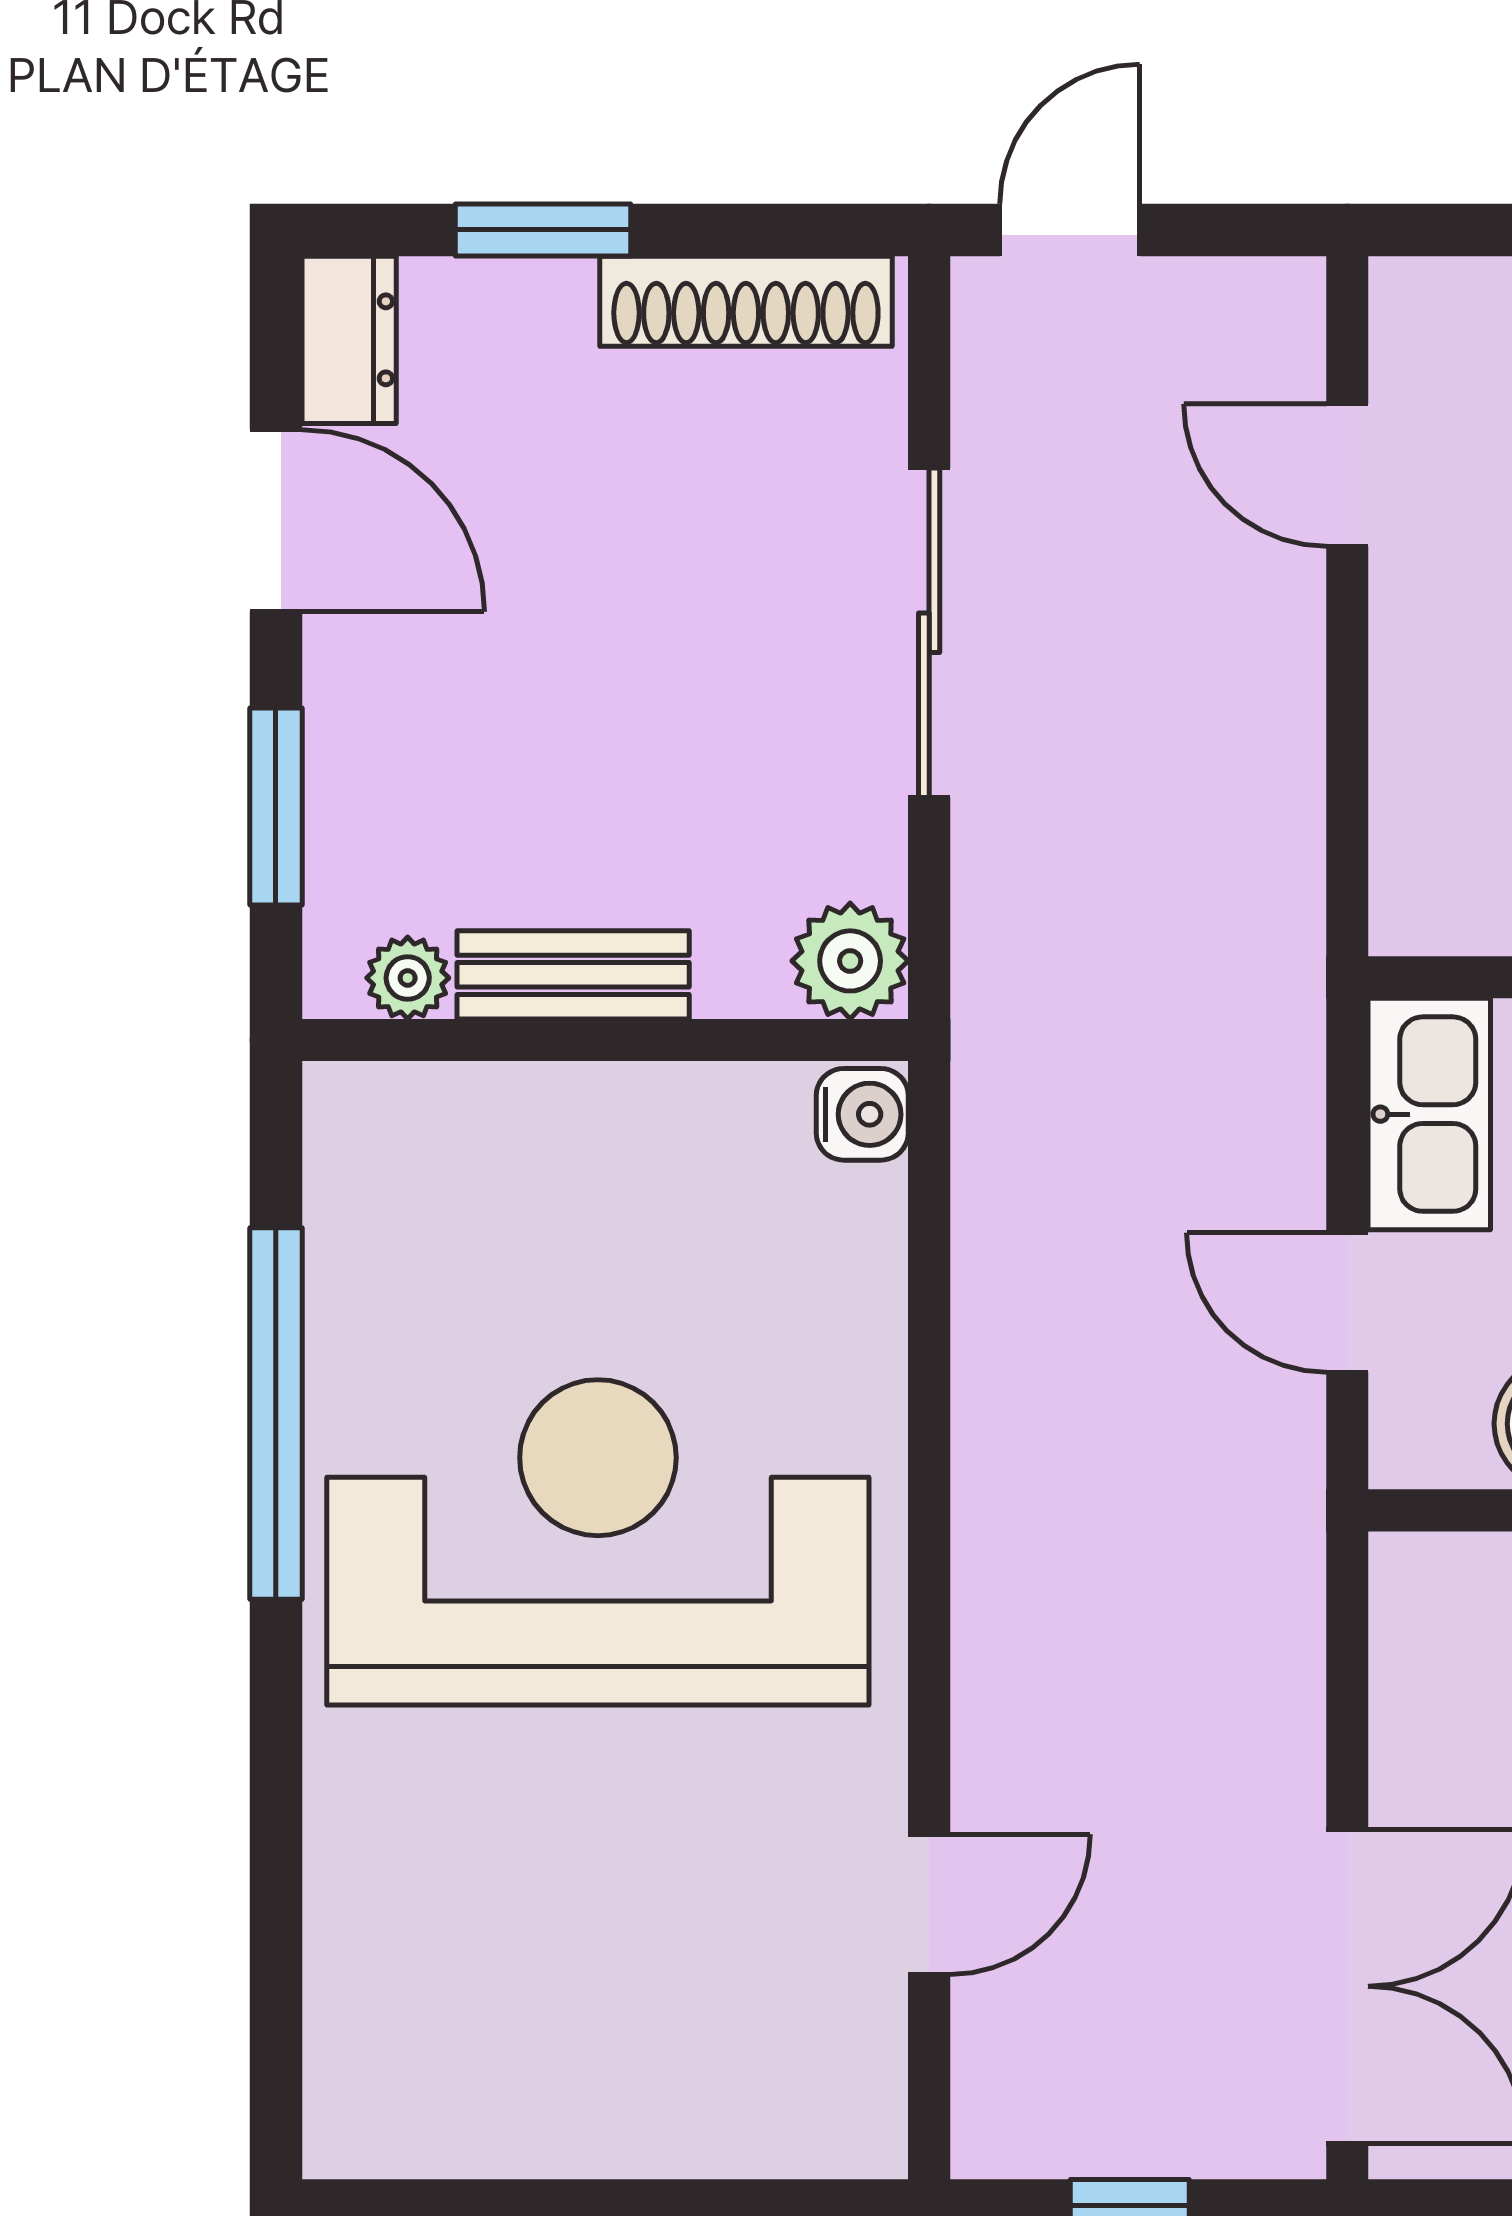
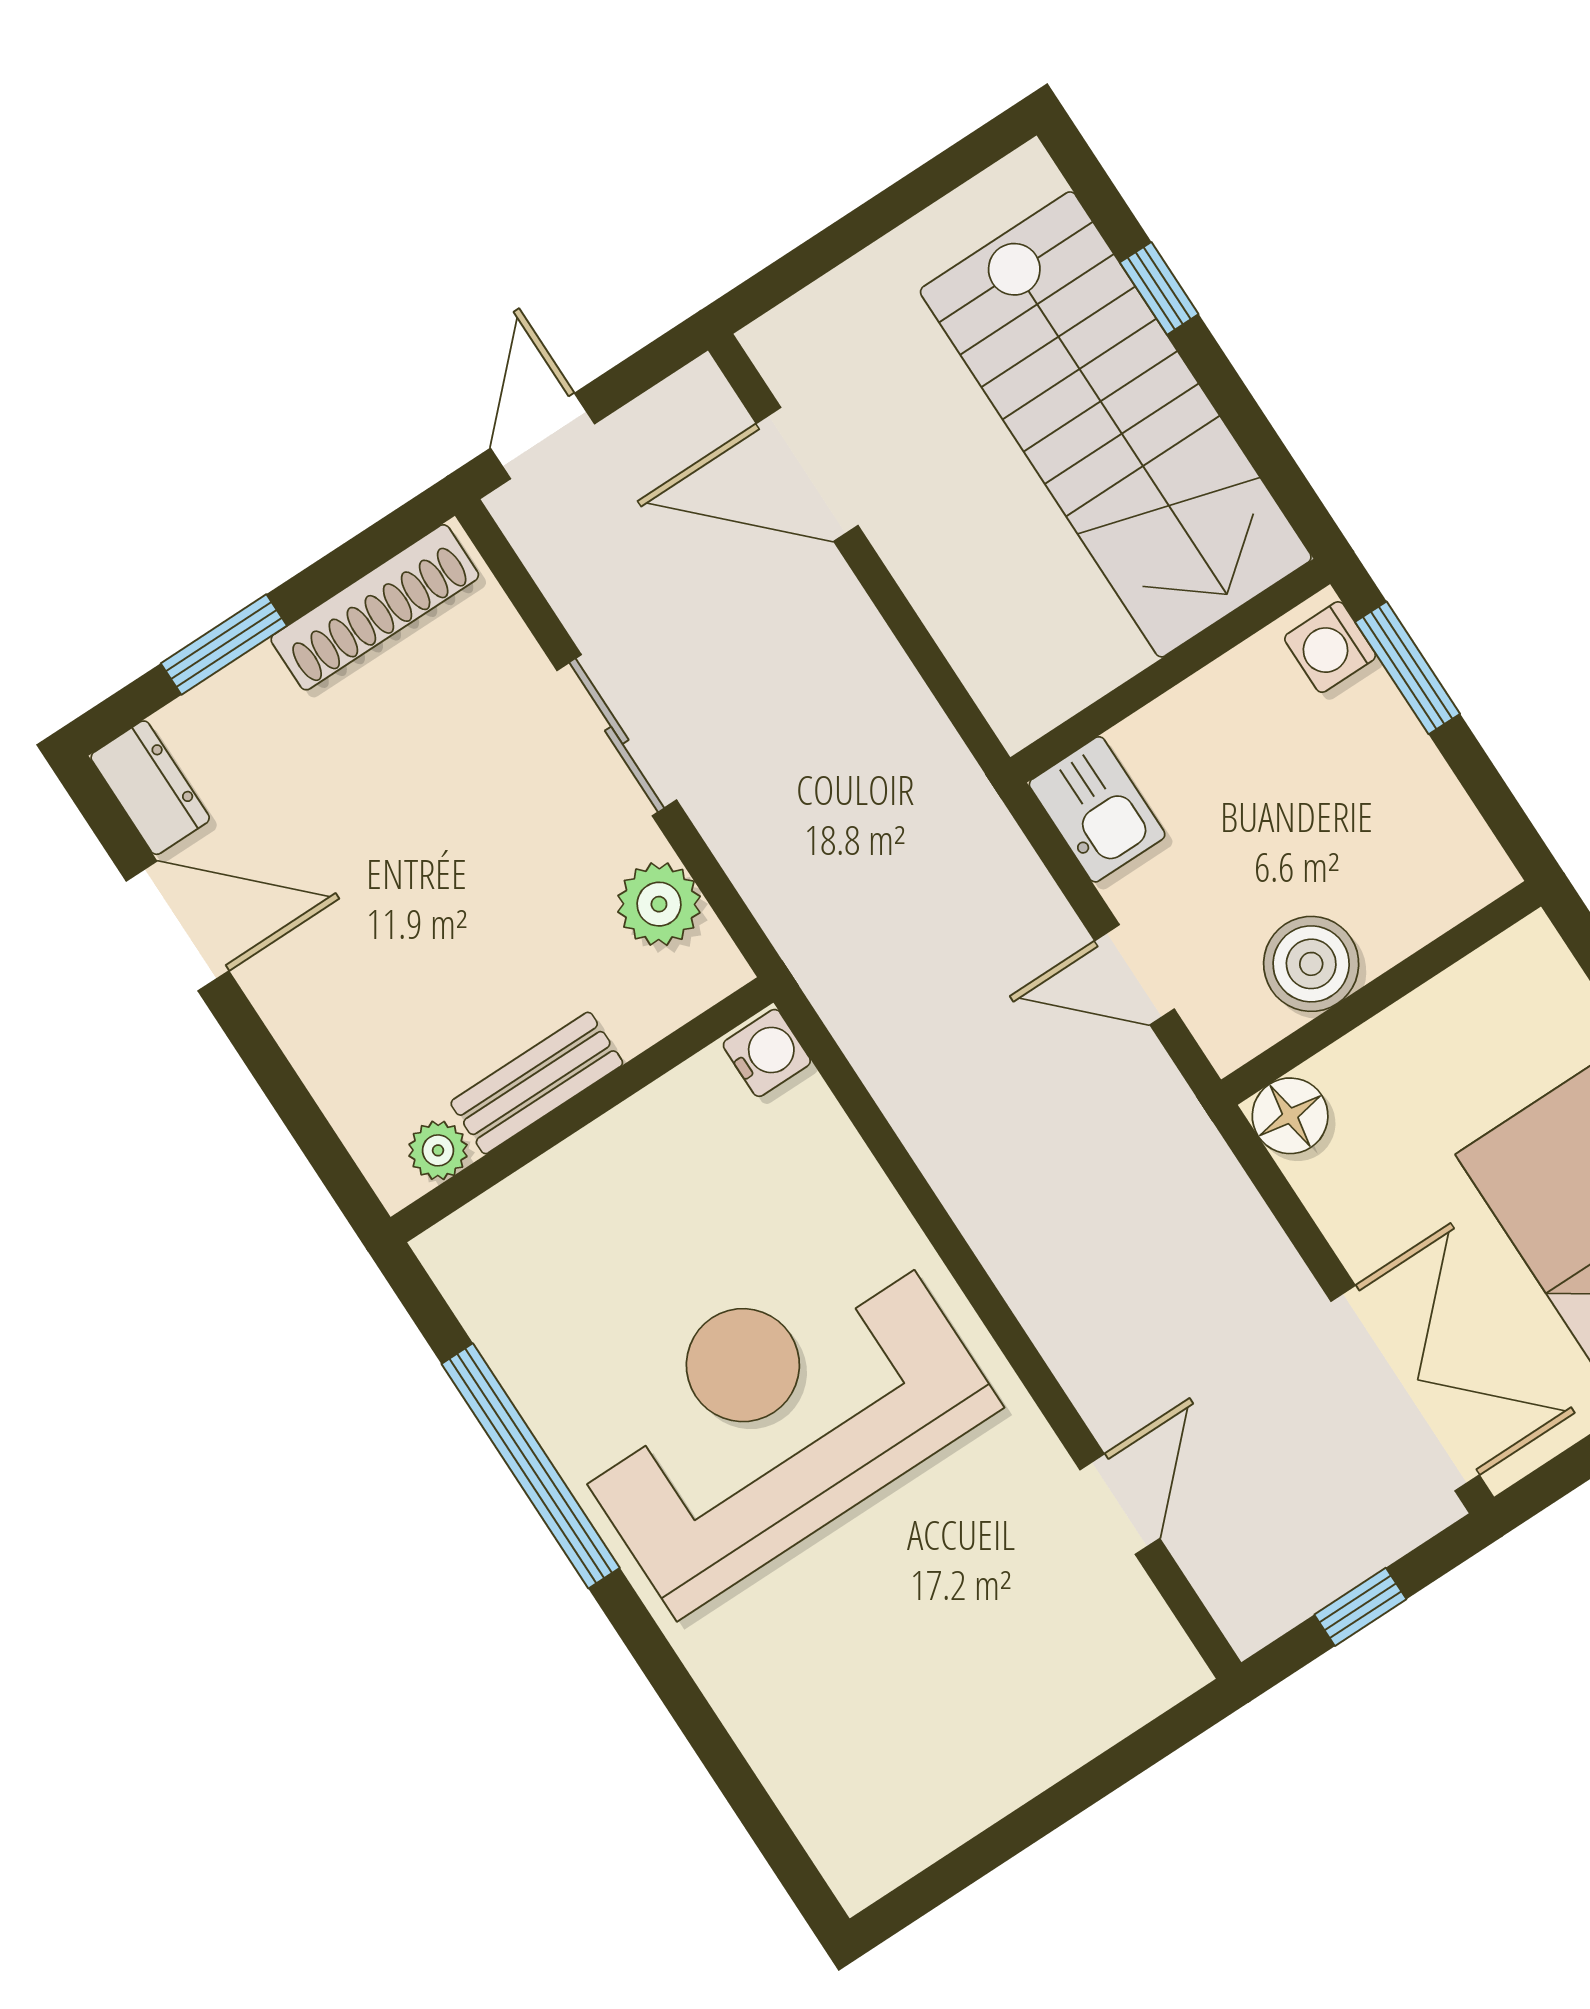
door: (1347, 475) -> (807, 474), width x1.38
sliding door: (929, 633) -> (617, 735), width x0.73
window: (276, 806) -> (290, 1099), removed
plant: (850, 961) -> (659, 904), moved
kitchen sink: (1429, 1114) -> (1097, 809), width x0.73
floor lamp: (1420, 1584) -> (1290, 1116), added

